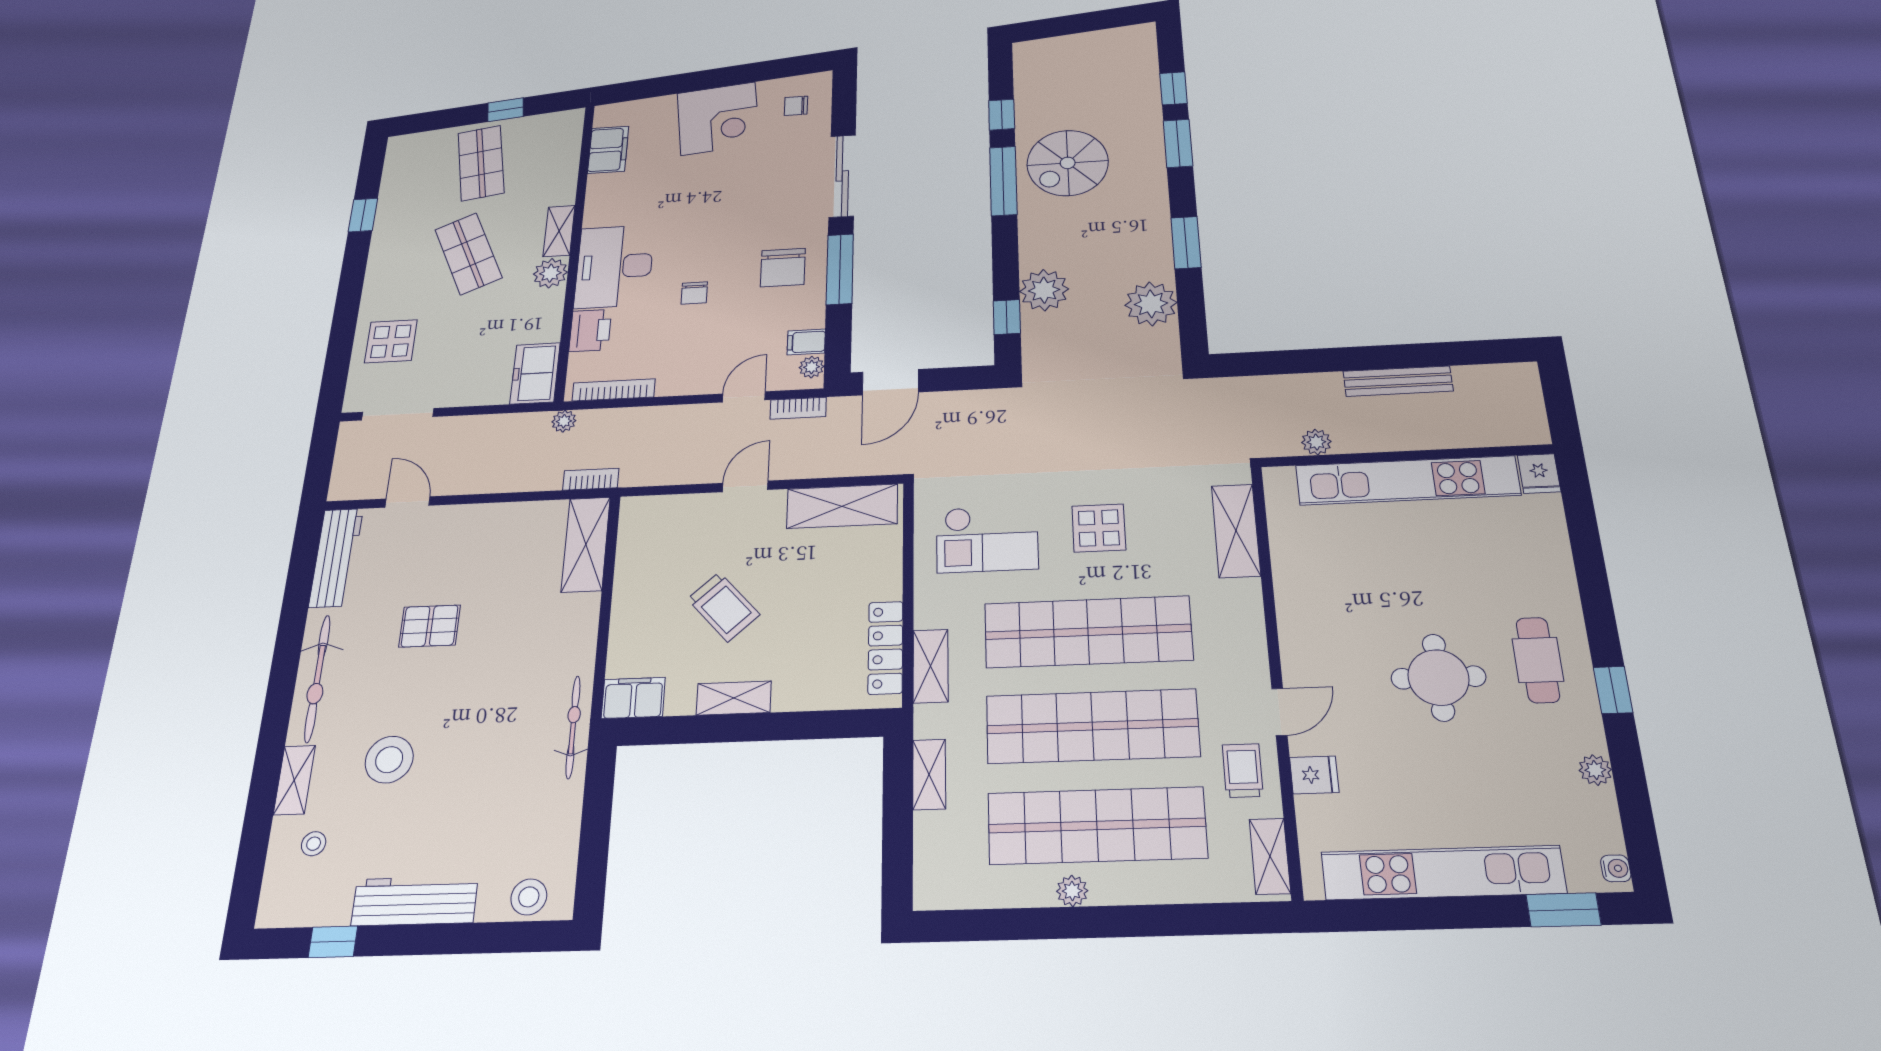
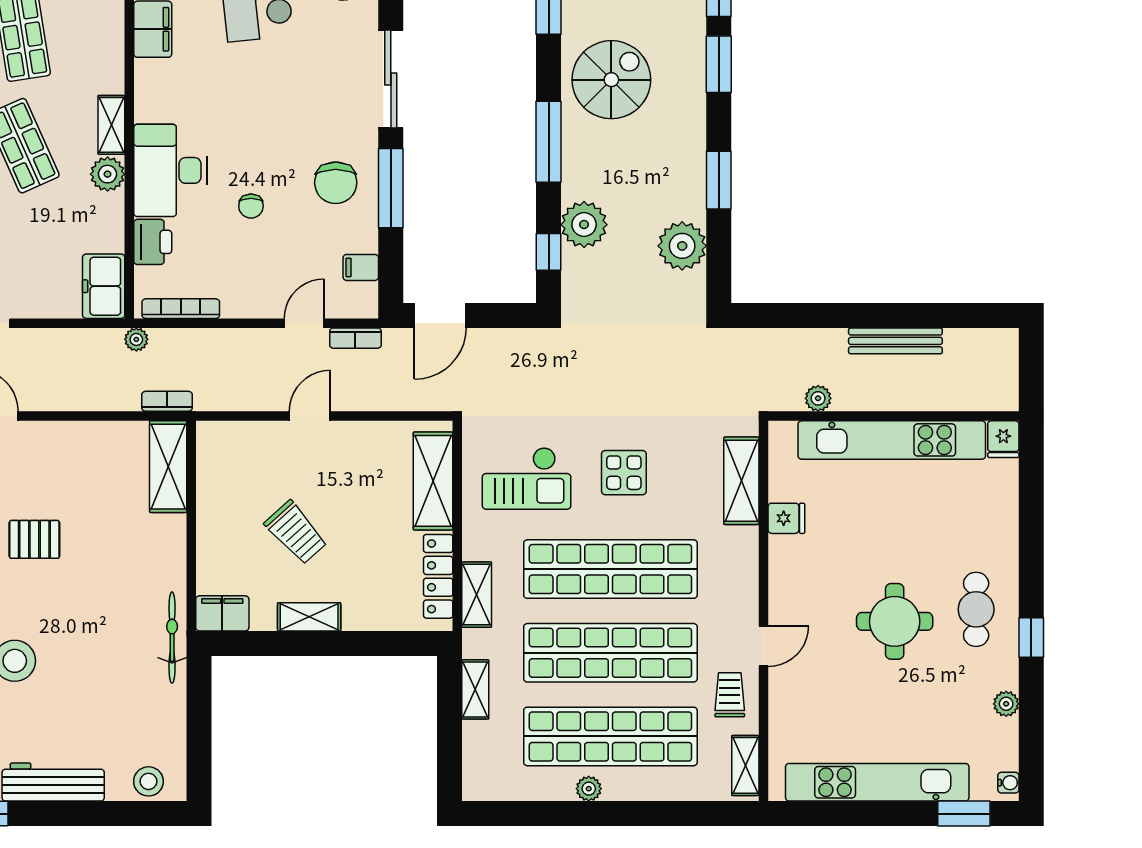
spiral stairs: (1068, 163) -> (611, 80), turned 180
window: (1003, 181) -> (549, 142), moved
plant: (812, 367) -> (367, 295), removed
shelving: (842, 506) -> (433, 481), moved, turned 90
fridge: (1314, 775) -> (786, 518), moved

